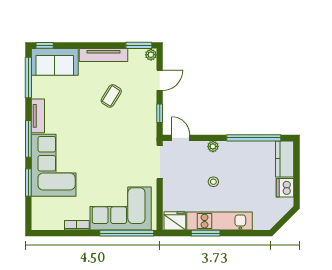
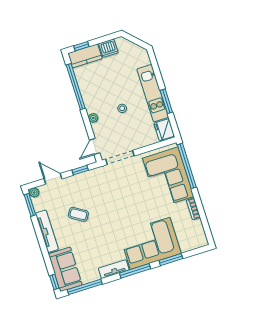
window: (297, 158) -> (81, 46), added

